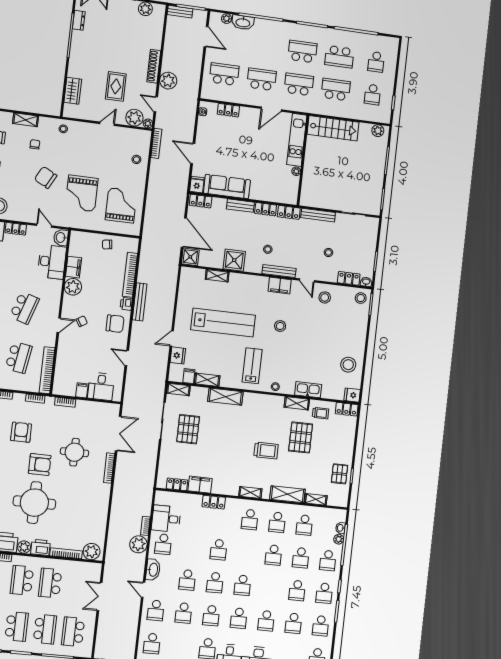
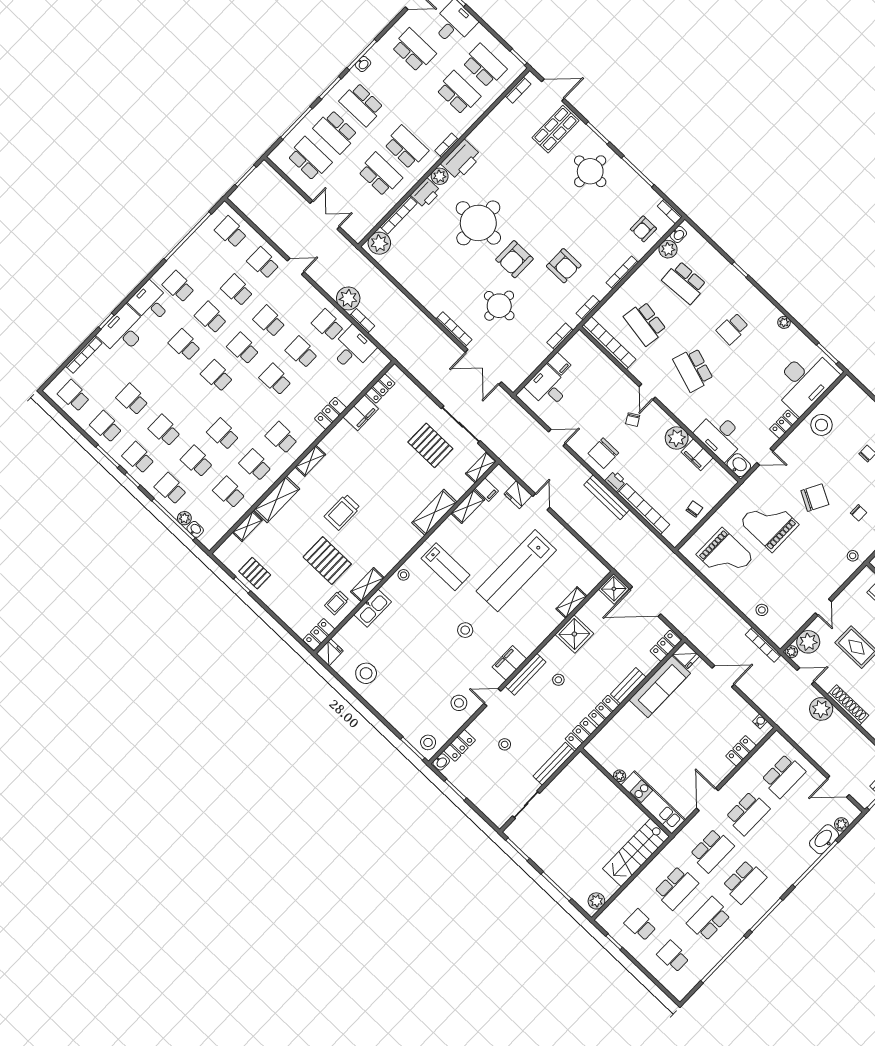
washbasin: (153, 570) -> (309, 293), removed
school desk: (266, 621) -> (302, 352), moved

